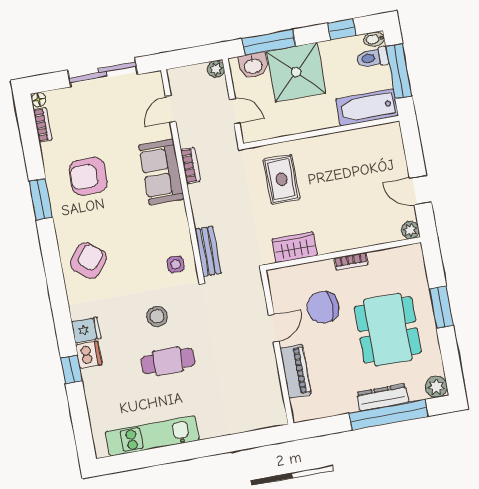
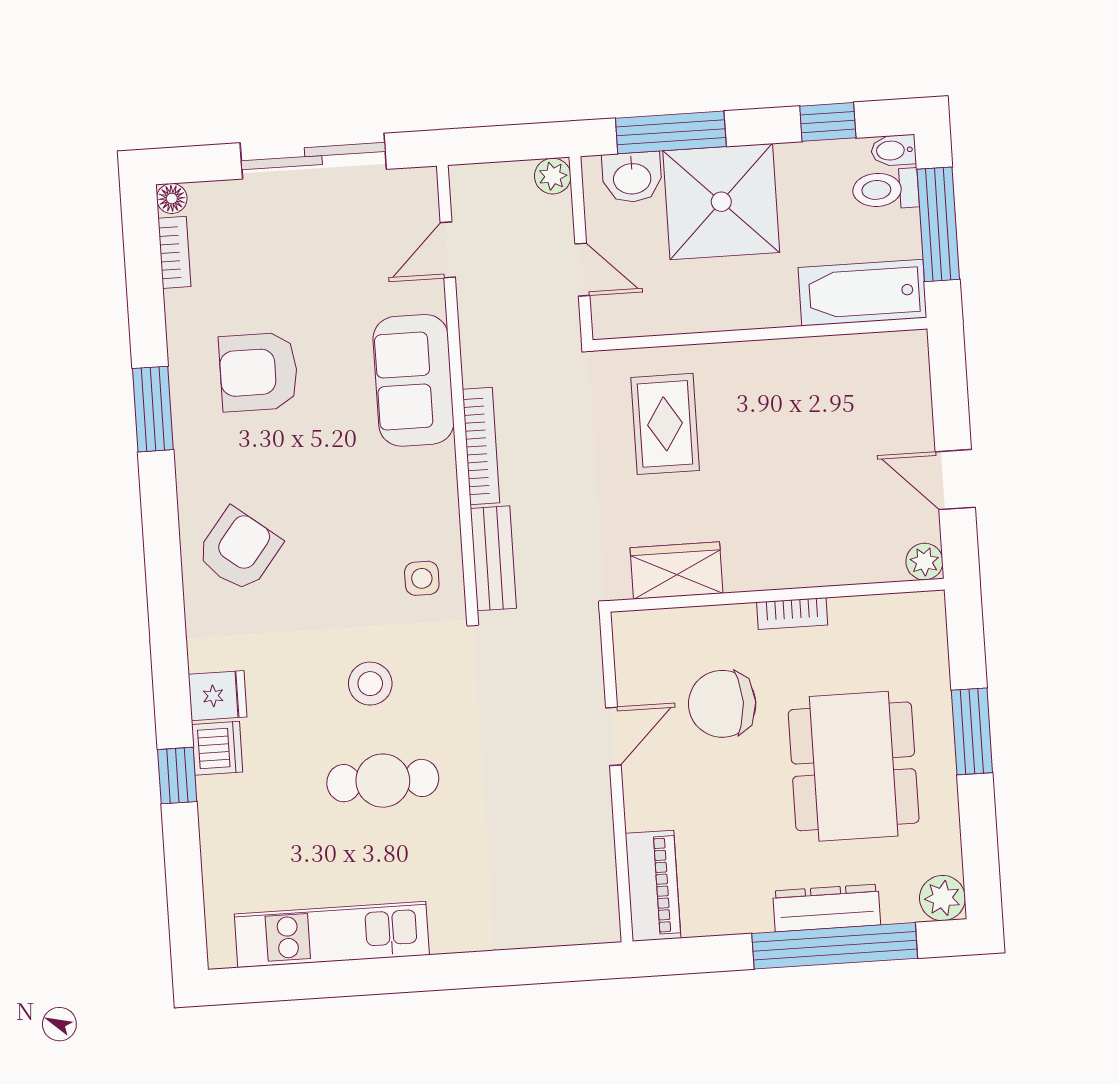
bookcase: (190, 165) -> (481, 446), moved, width x1.56
piano: (296, 371) -> (653, 886), moved

